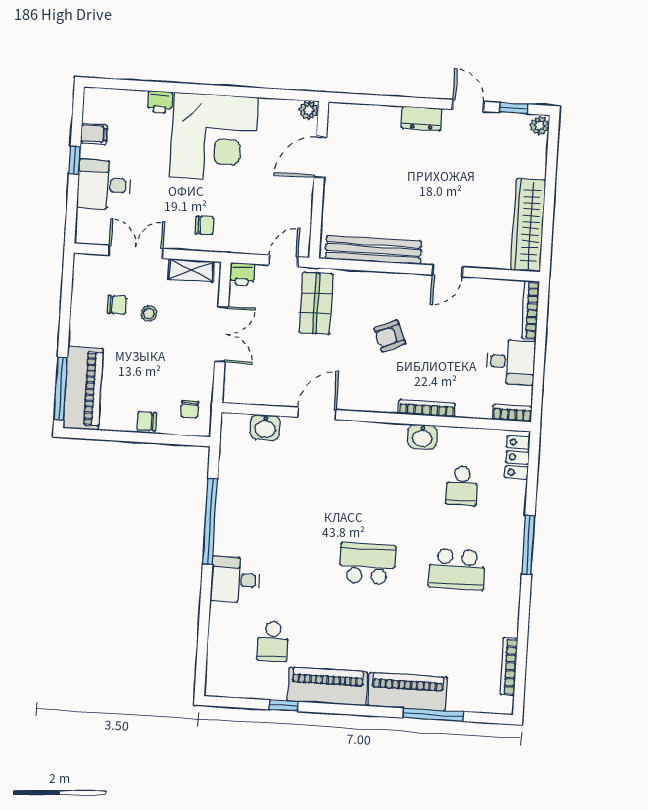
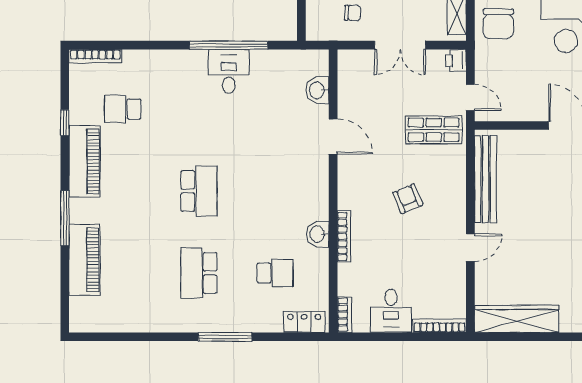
chair: (205, 225) -> (498, 24), width x1.87, depth x1.87
door: (447, 271) -> (470, 248), swing flipped
chair: (190, 409) -> (353, 13), moved, turned 180
school desk: (462, 486) -> (275, 273), turned 180
desk: (235, 580) -> (229, 72), moved
bookcase: (509, 666) -> (95, 56), moved, turned 180
piano: (407, 692) -> (85, 260), moved
window: (434, 715) -> (65, 218), moved

